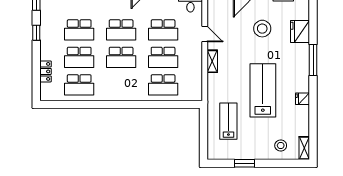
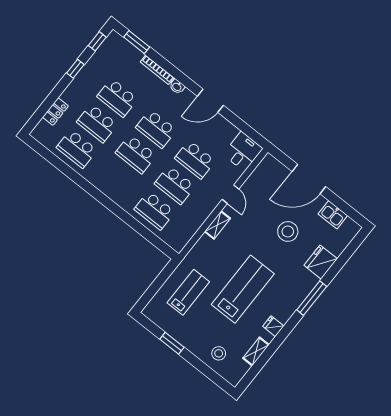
shelving: (304, 148) -> (256, 351), moved

